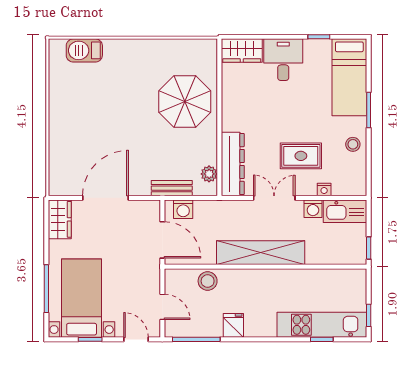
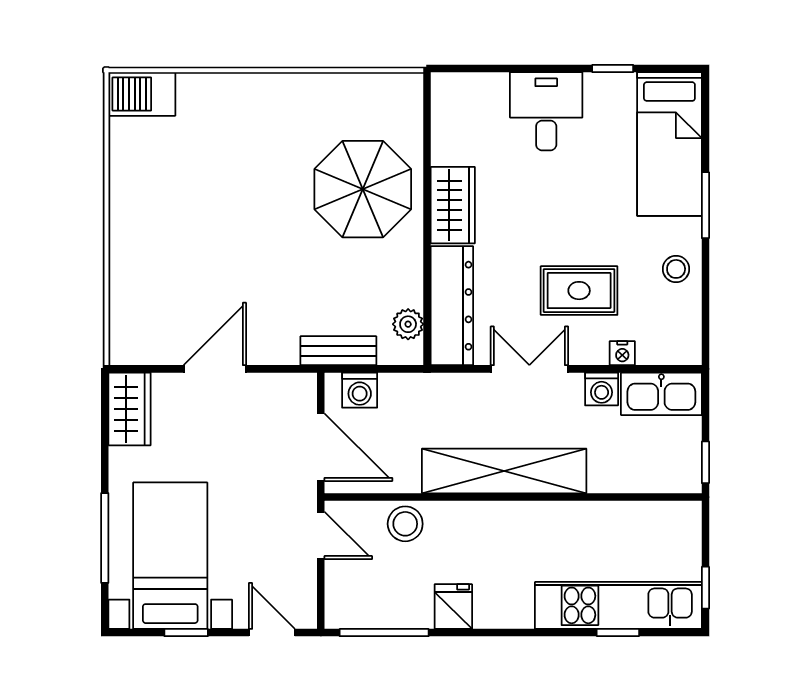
barbecue: (84, 50) -> (142, 94), moved
wardrobe: (242, 51) -> (453, 205), moved, turned -90
door: (105, 198) -> (215, 369), width x0.73
door: (162, 307) -> (321, 535), moved

